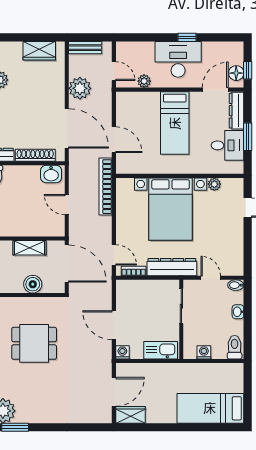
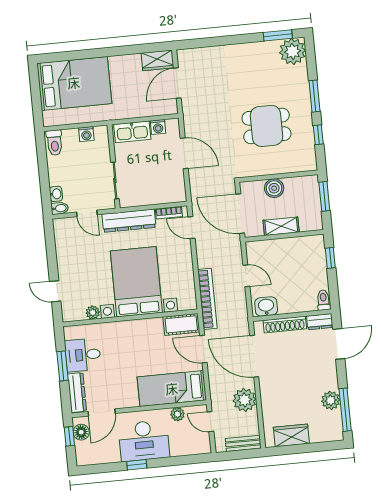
bed: (175, 123) -> (172, 389), moved, turned -90
cot: (132, 165) -> (181, 324), added
washbasin: (238, 312) -> (56, 194), moved
washing machine: (122, 352) -> (158, 127), moved
bed: (210, 408) -> (74, 83), width x1.50

